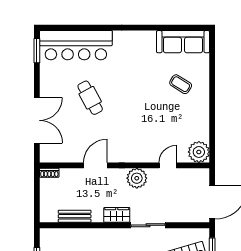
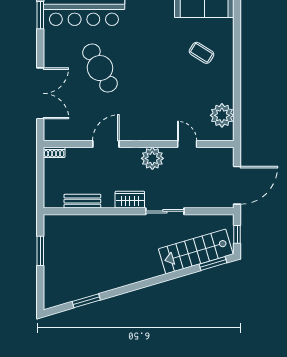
cafe table: (90, 98) -> (100, 68), width x1.37, depth x1.35
plant: (199, 152) -> (222, 115), moved
door: (168, 165) -> (187, 144), hinge flipped

